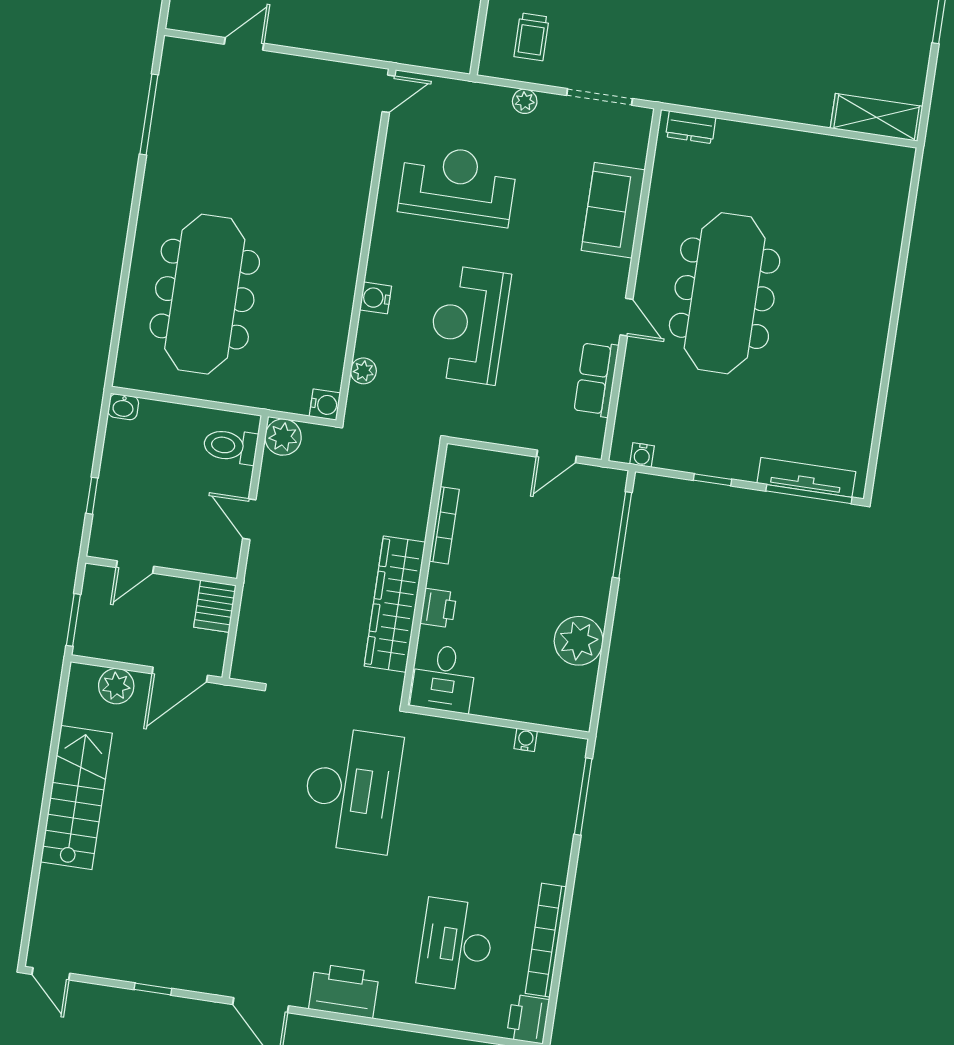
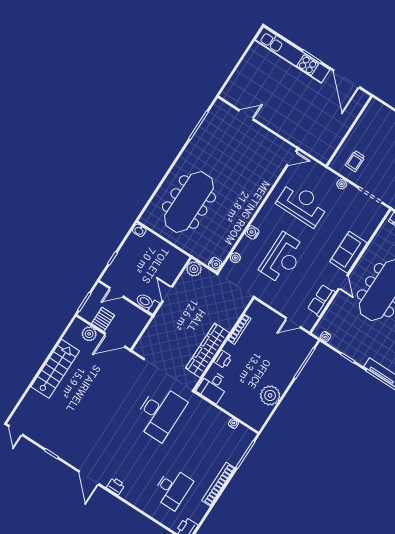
sofa: (613, 210) -> (348, 252), moved
reception desk: (469, 325) -> (283, 258), turned 180
toilet: (230, 446) -> (147, 303), moved
server rack: (215, 606) -> (103, 319), moved, turned 180
bookcase: (546, 940) -> (218, 484), moved
desk: (456, 945) -> (172, 489), turned 180
printer: (344, 991) -> (116, 486), width x0.53, depth x0.68

